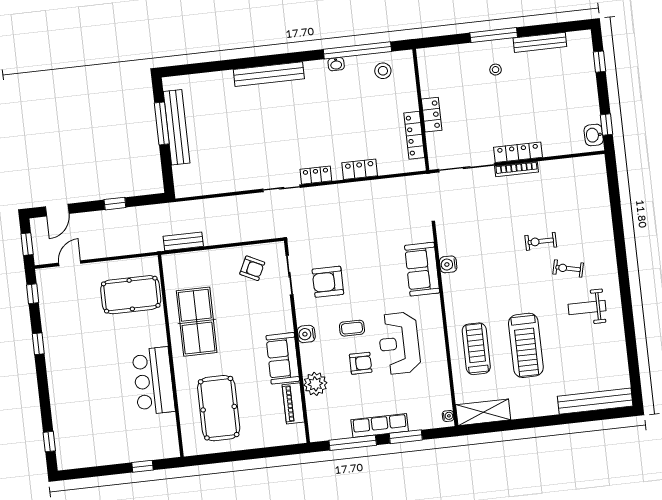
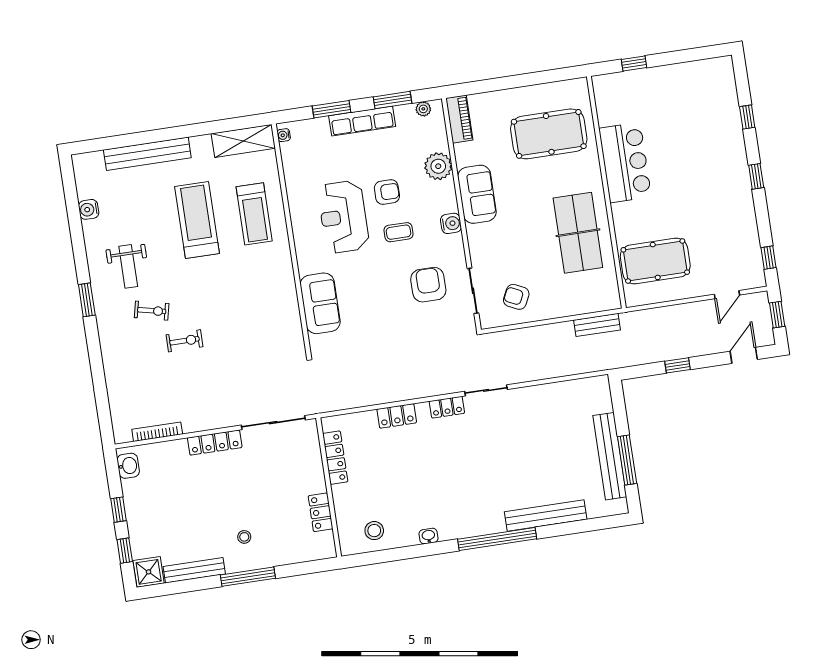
shower: (580, 42) -> (149, 572), added
window: (357, 50) -> (497, 539), moved
bench: (269, 74) -> (546, 516), moved
locker: (432, 115) -> (321, 512), moved
window: (606, 125) -> (118, 510), moved
bookcase: (517, 169) -> (157, 432), moved
water cooler: (448, 264) -> (89, 209), moved, turned 180
window: (624, 280) -> (87, 300), added
armchair: (328, 282) -> (428, 285), turned -90
weight bench: (587, 307) -> (128, 266), turned 90
reception desk: (399, 343) -> (343, 217), turned 180
window: (38, 344) -> (756, 176), moved
armchair: (361, 363) -> (387, 192), turned 180
bench: (595, 401) -> (147, 154), moved
piano: (293, 403) -> (459, 119), moved
pool table: (219, 408) -> (549, 134), turned 90
plant: (326, 434) -> (423, 109), added
window: (49, 442) -> (747, 117), moved
window: (353, 443) -> (393, 100), width x0.69

